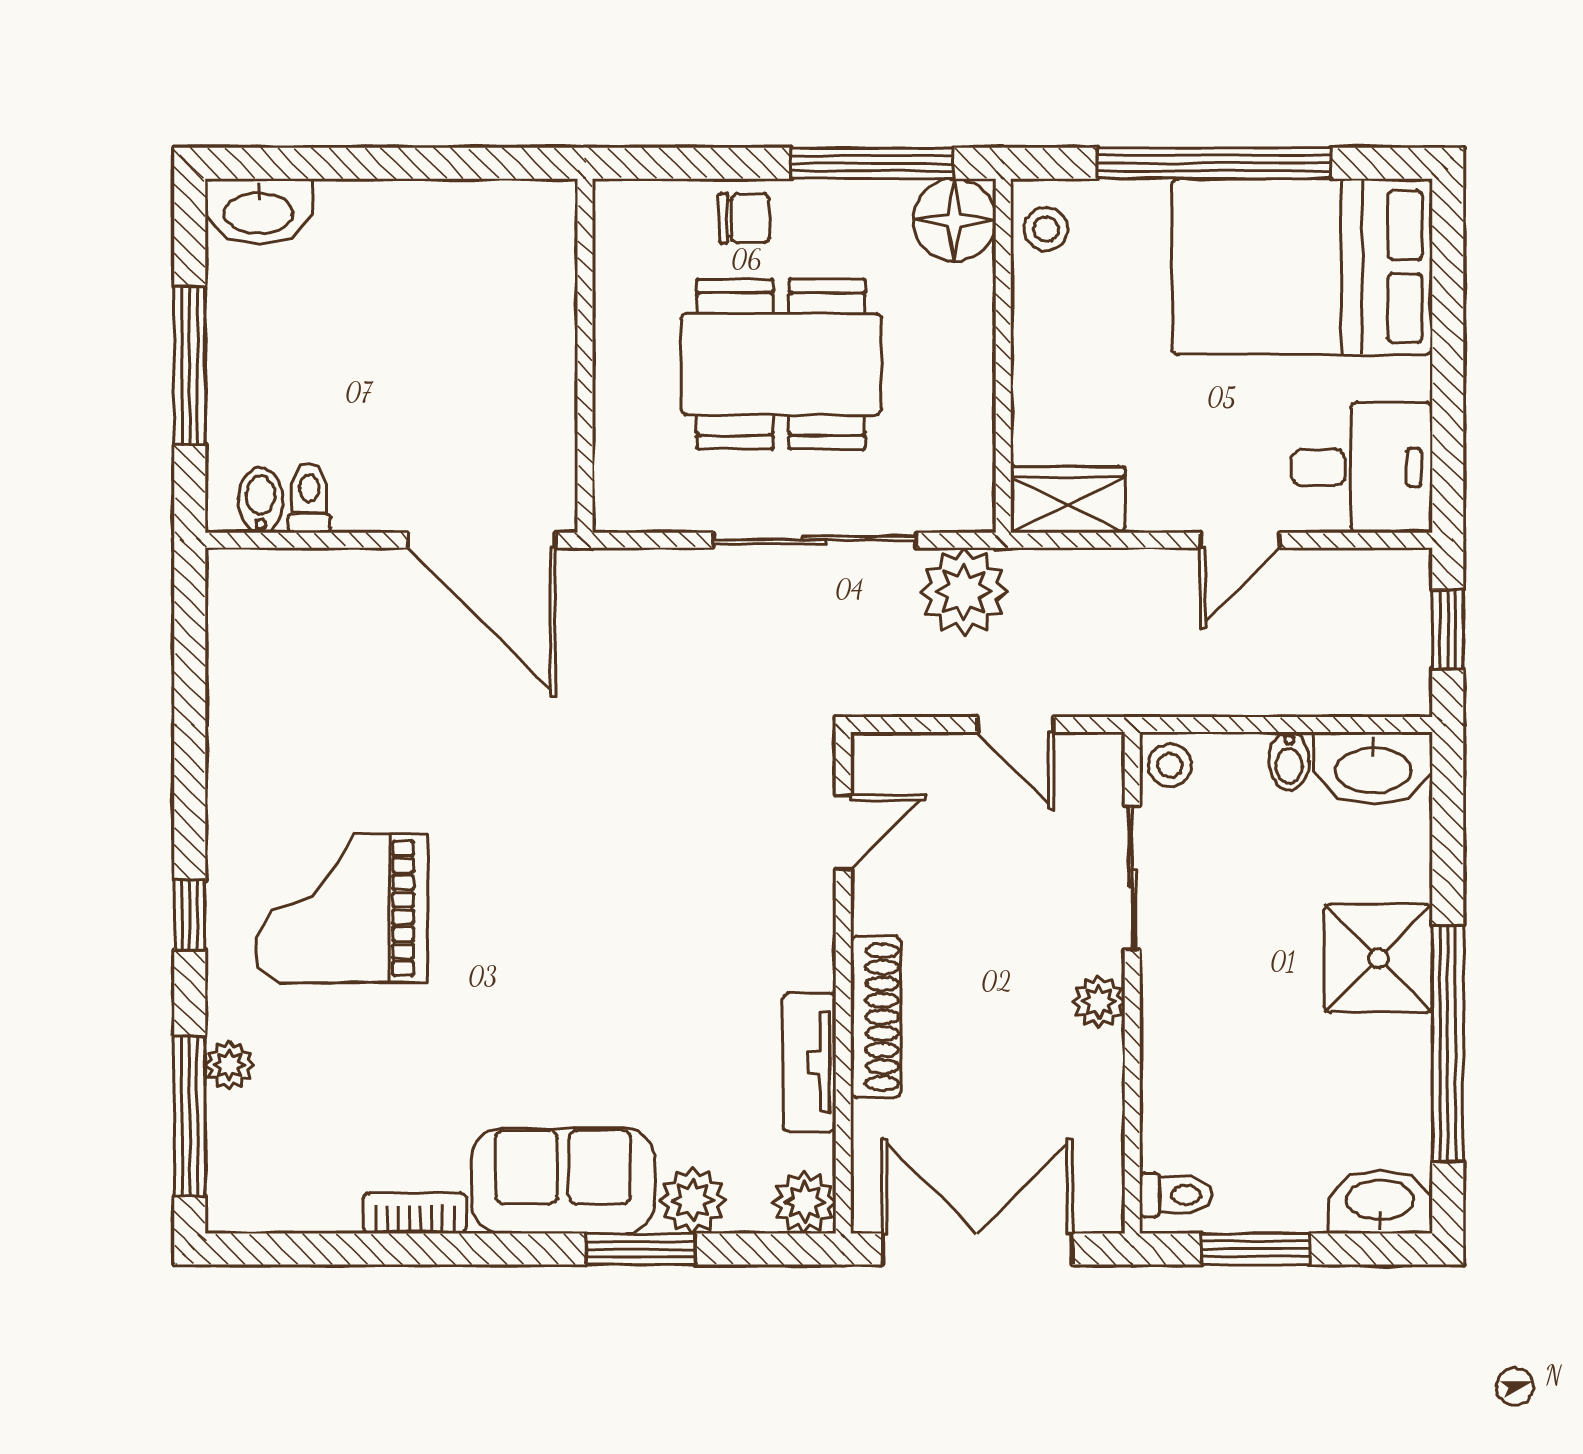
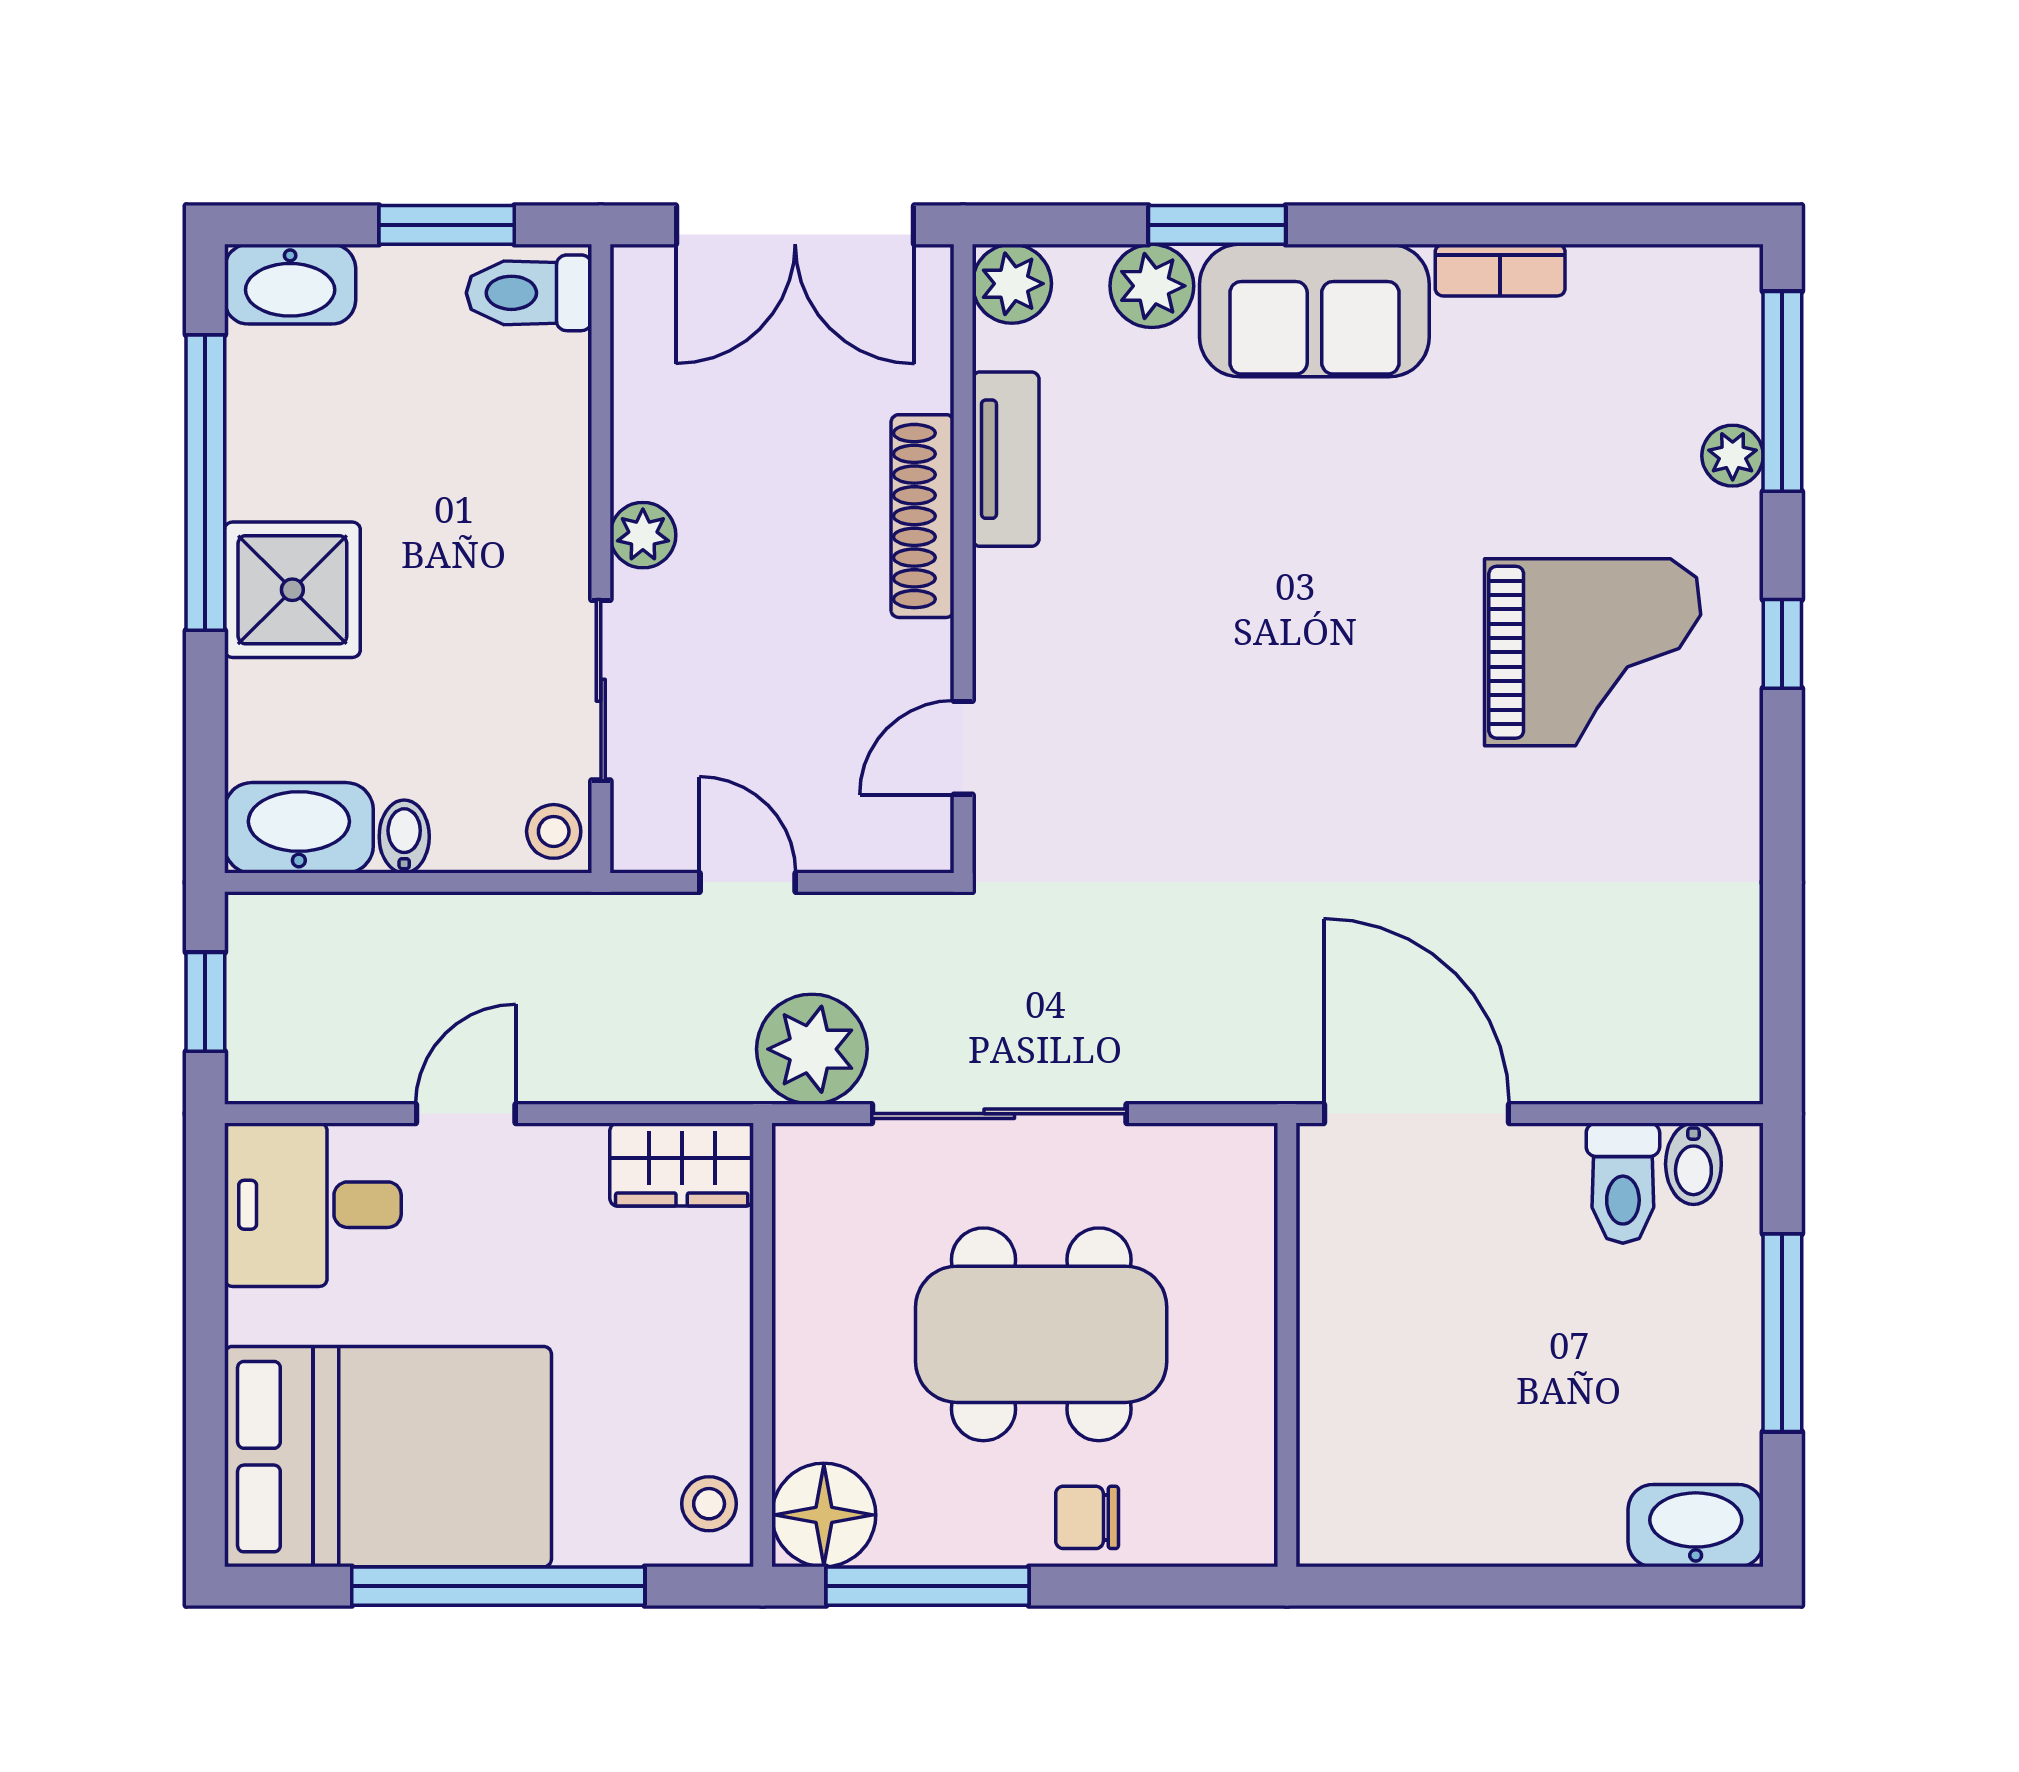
toilet: (309, 498) -> (1623, 1183), width x1.37, depth x1.39
toilet: (1176, 1195) -> (529, 293), width x1.37, depth x1.39

